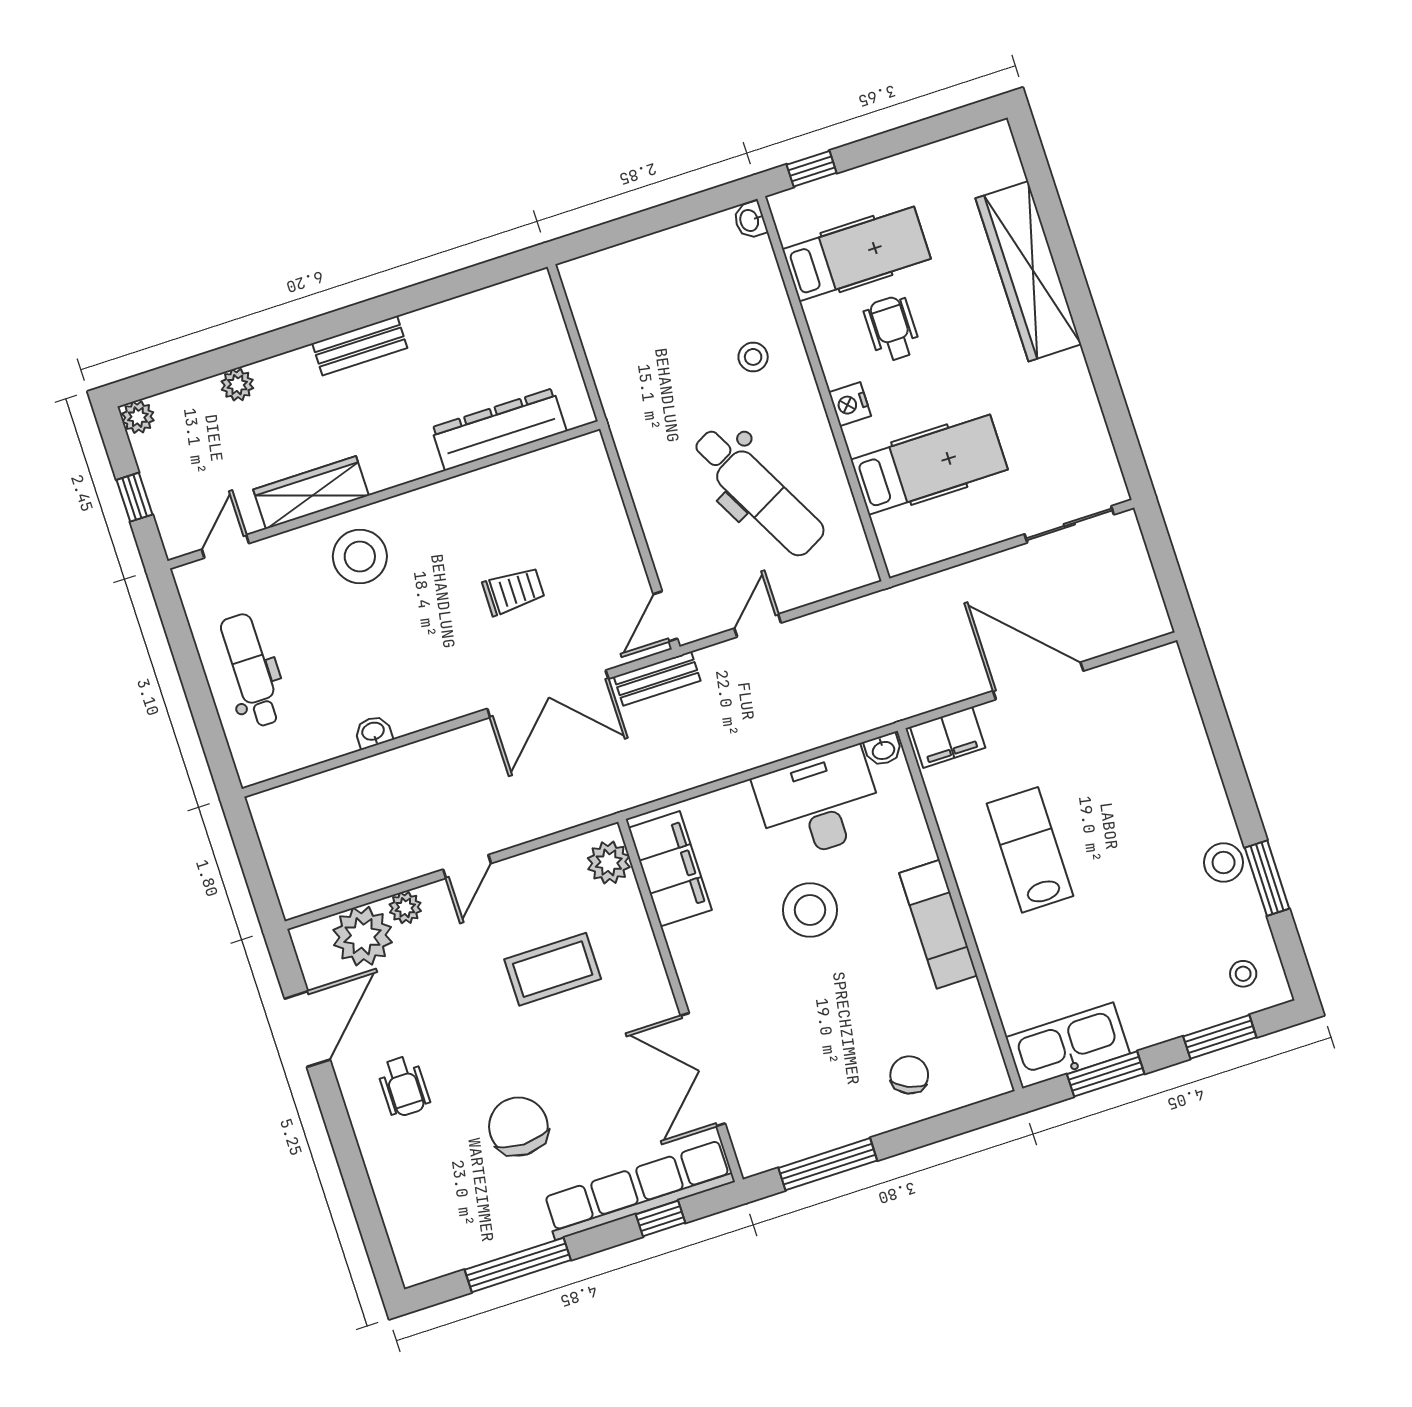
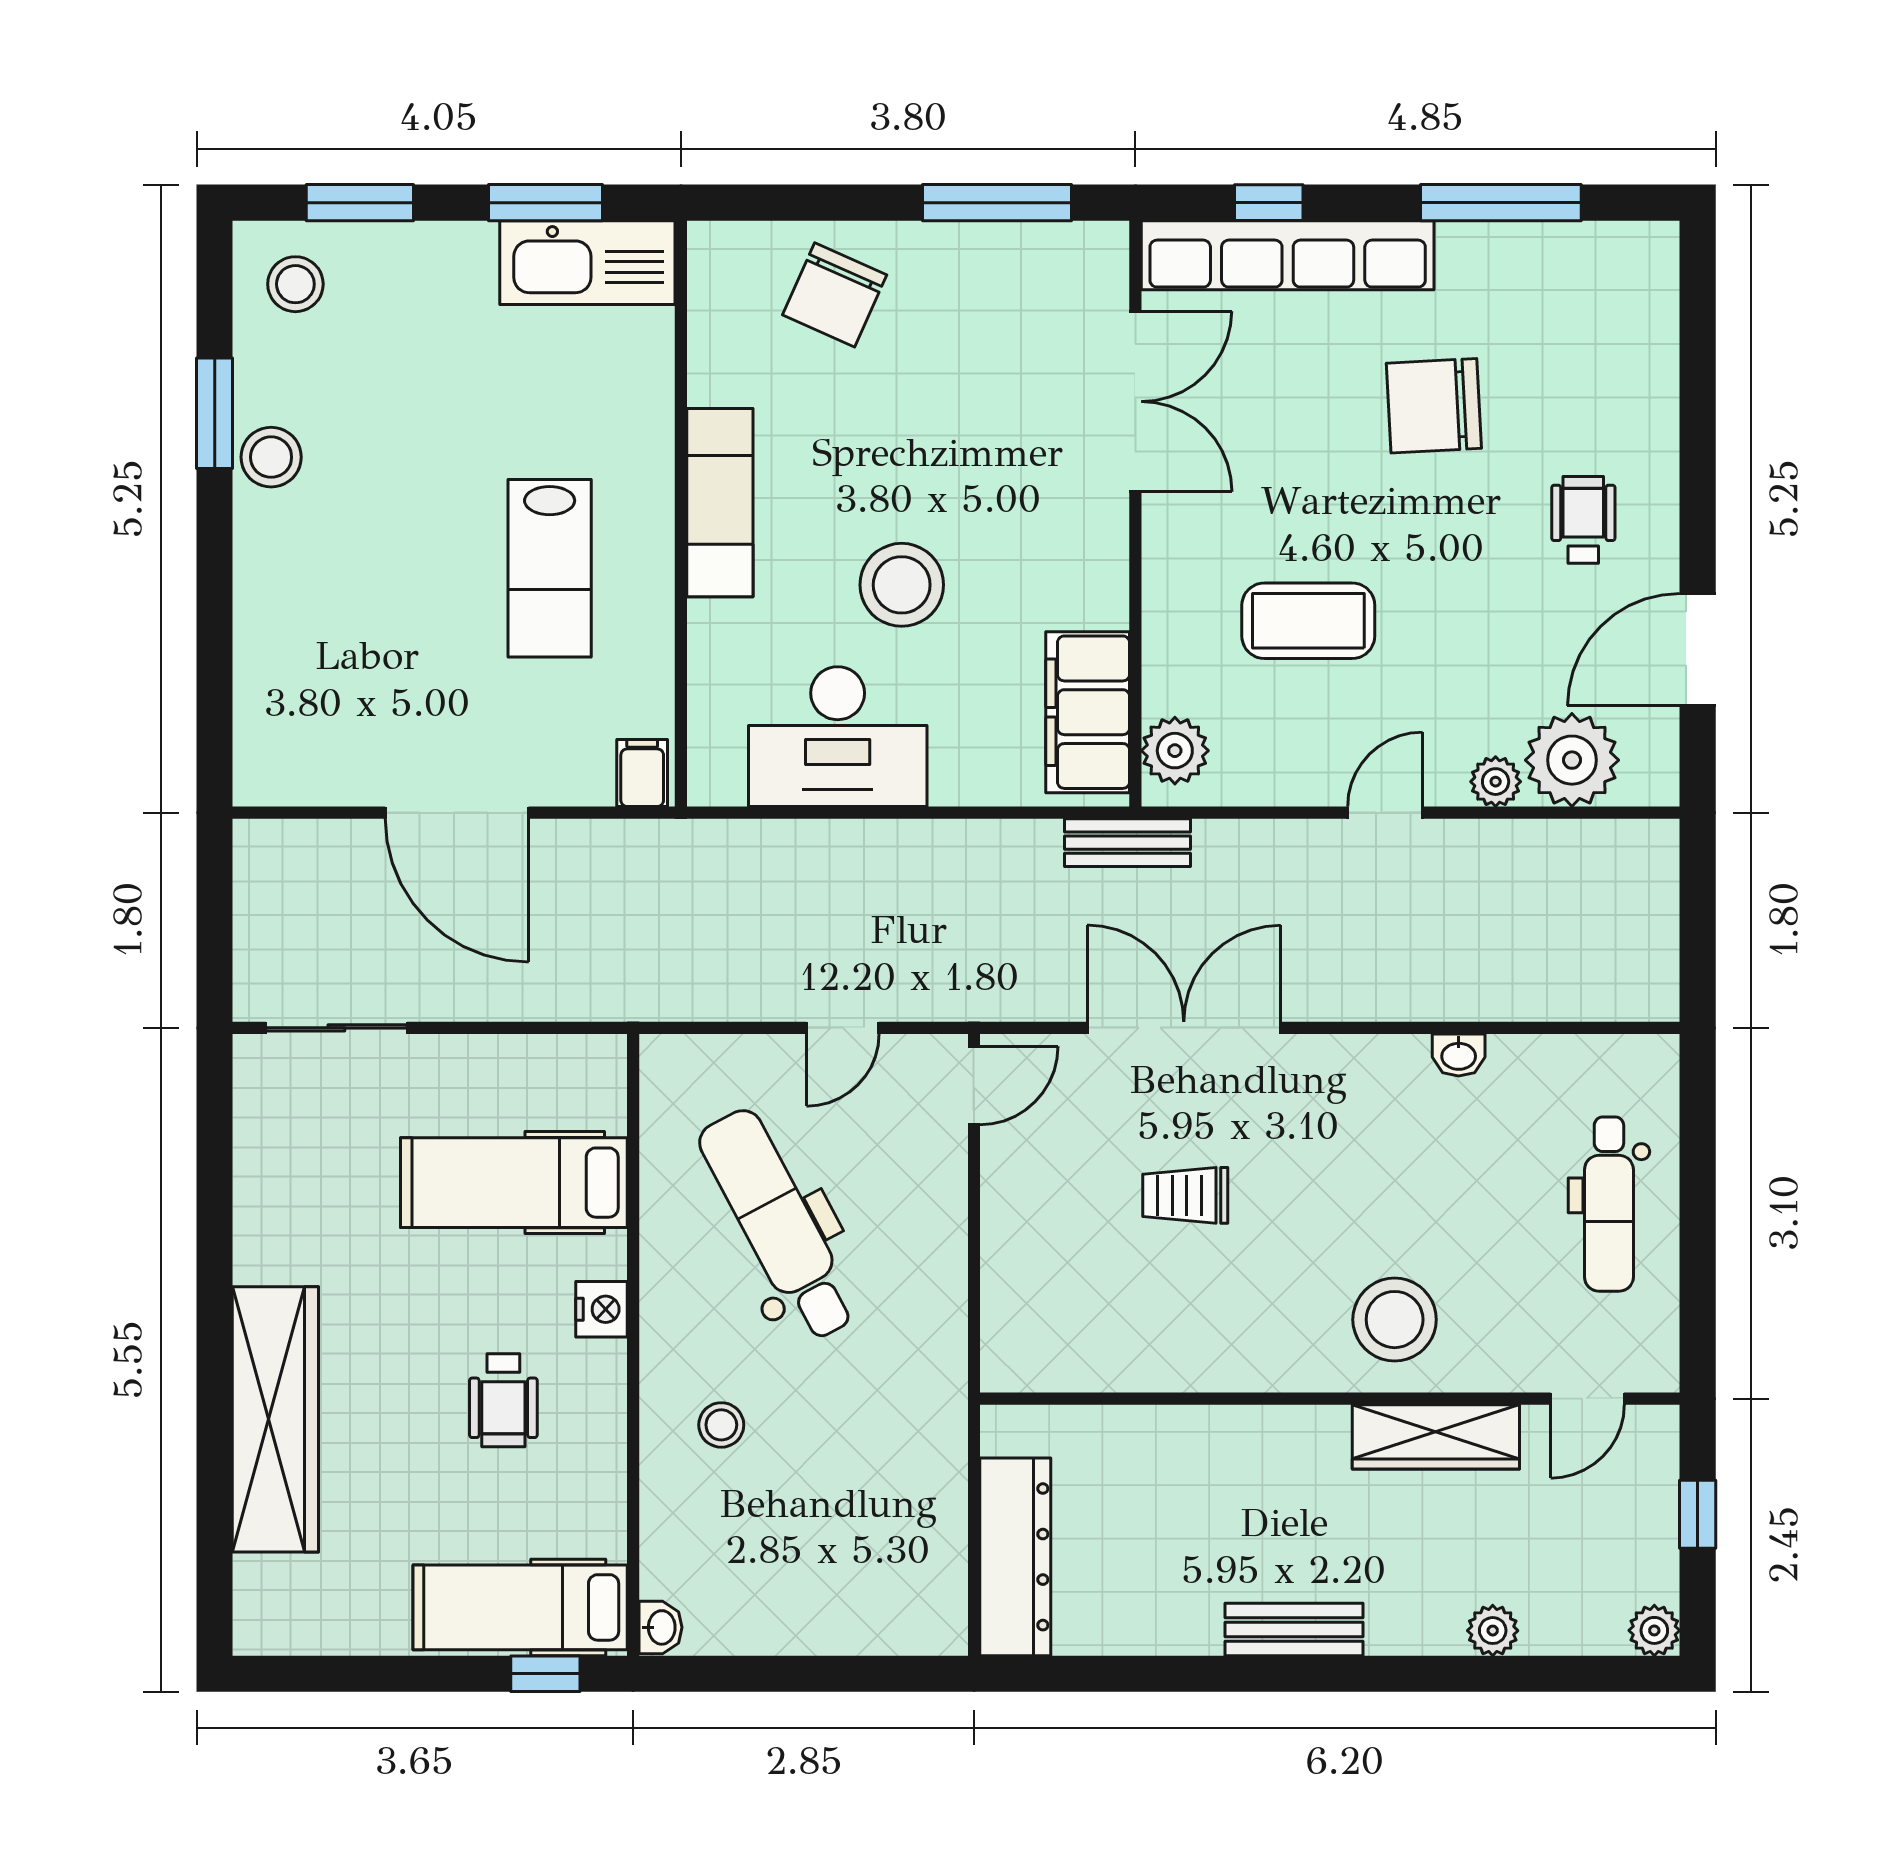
hospital bed: (856, 254) -> (520, 1607), moved
dresser: (499, 429) -> (1015, 1557), moved, turned -90
bench: (657, 679) -> (1128, 843), moved
filing cabinet: (948, 737) -> (642, 773), width x0.50
washbasin: (883, 750) -> (718, 785), removed
stool: (1243, 974) -> (295, 284), width x1.37, depth x1.37
chair: (909, 1075) -> (835, 295), width x1.37, depth x1.37
chair: (518, 1127) -> (1434, 406), turned 87

